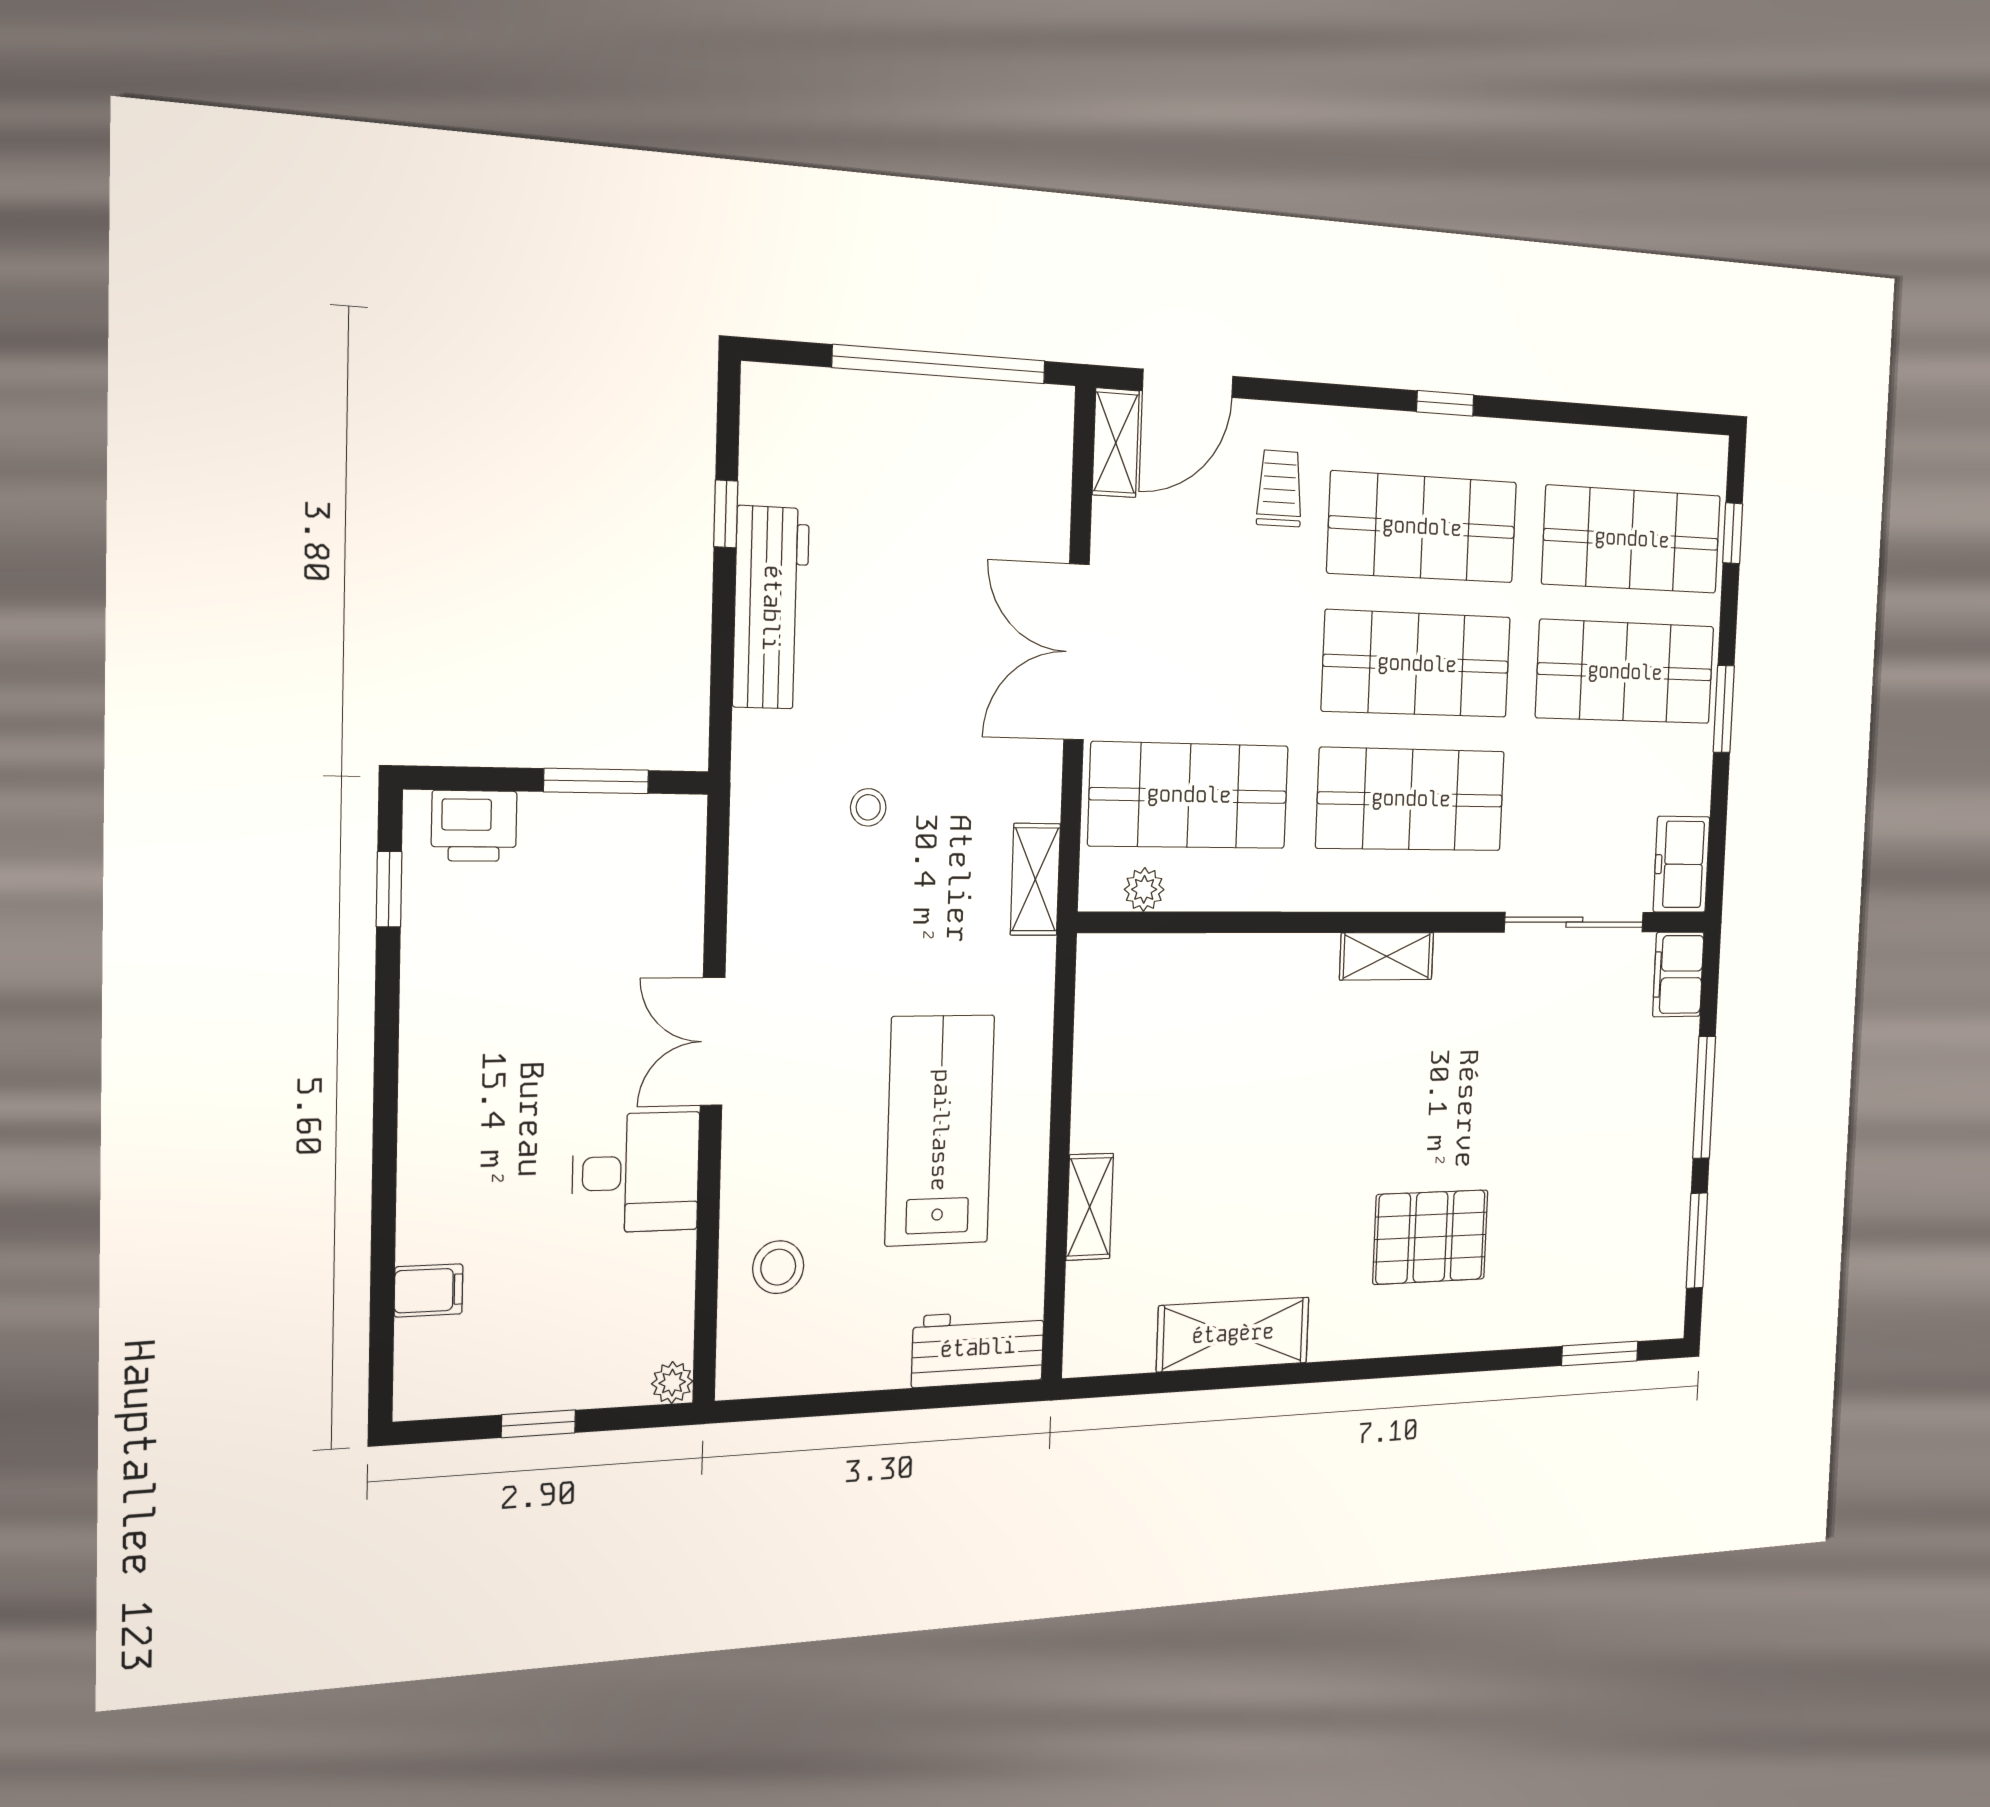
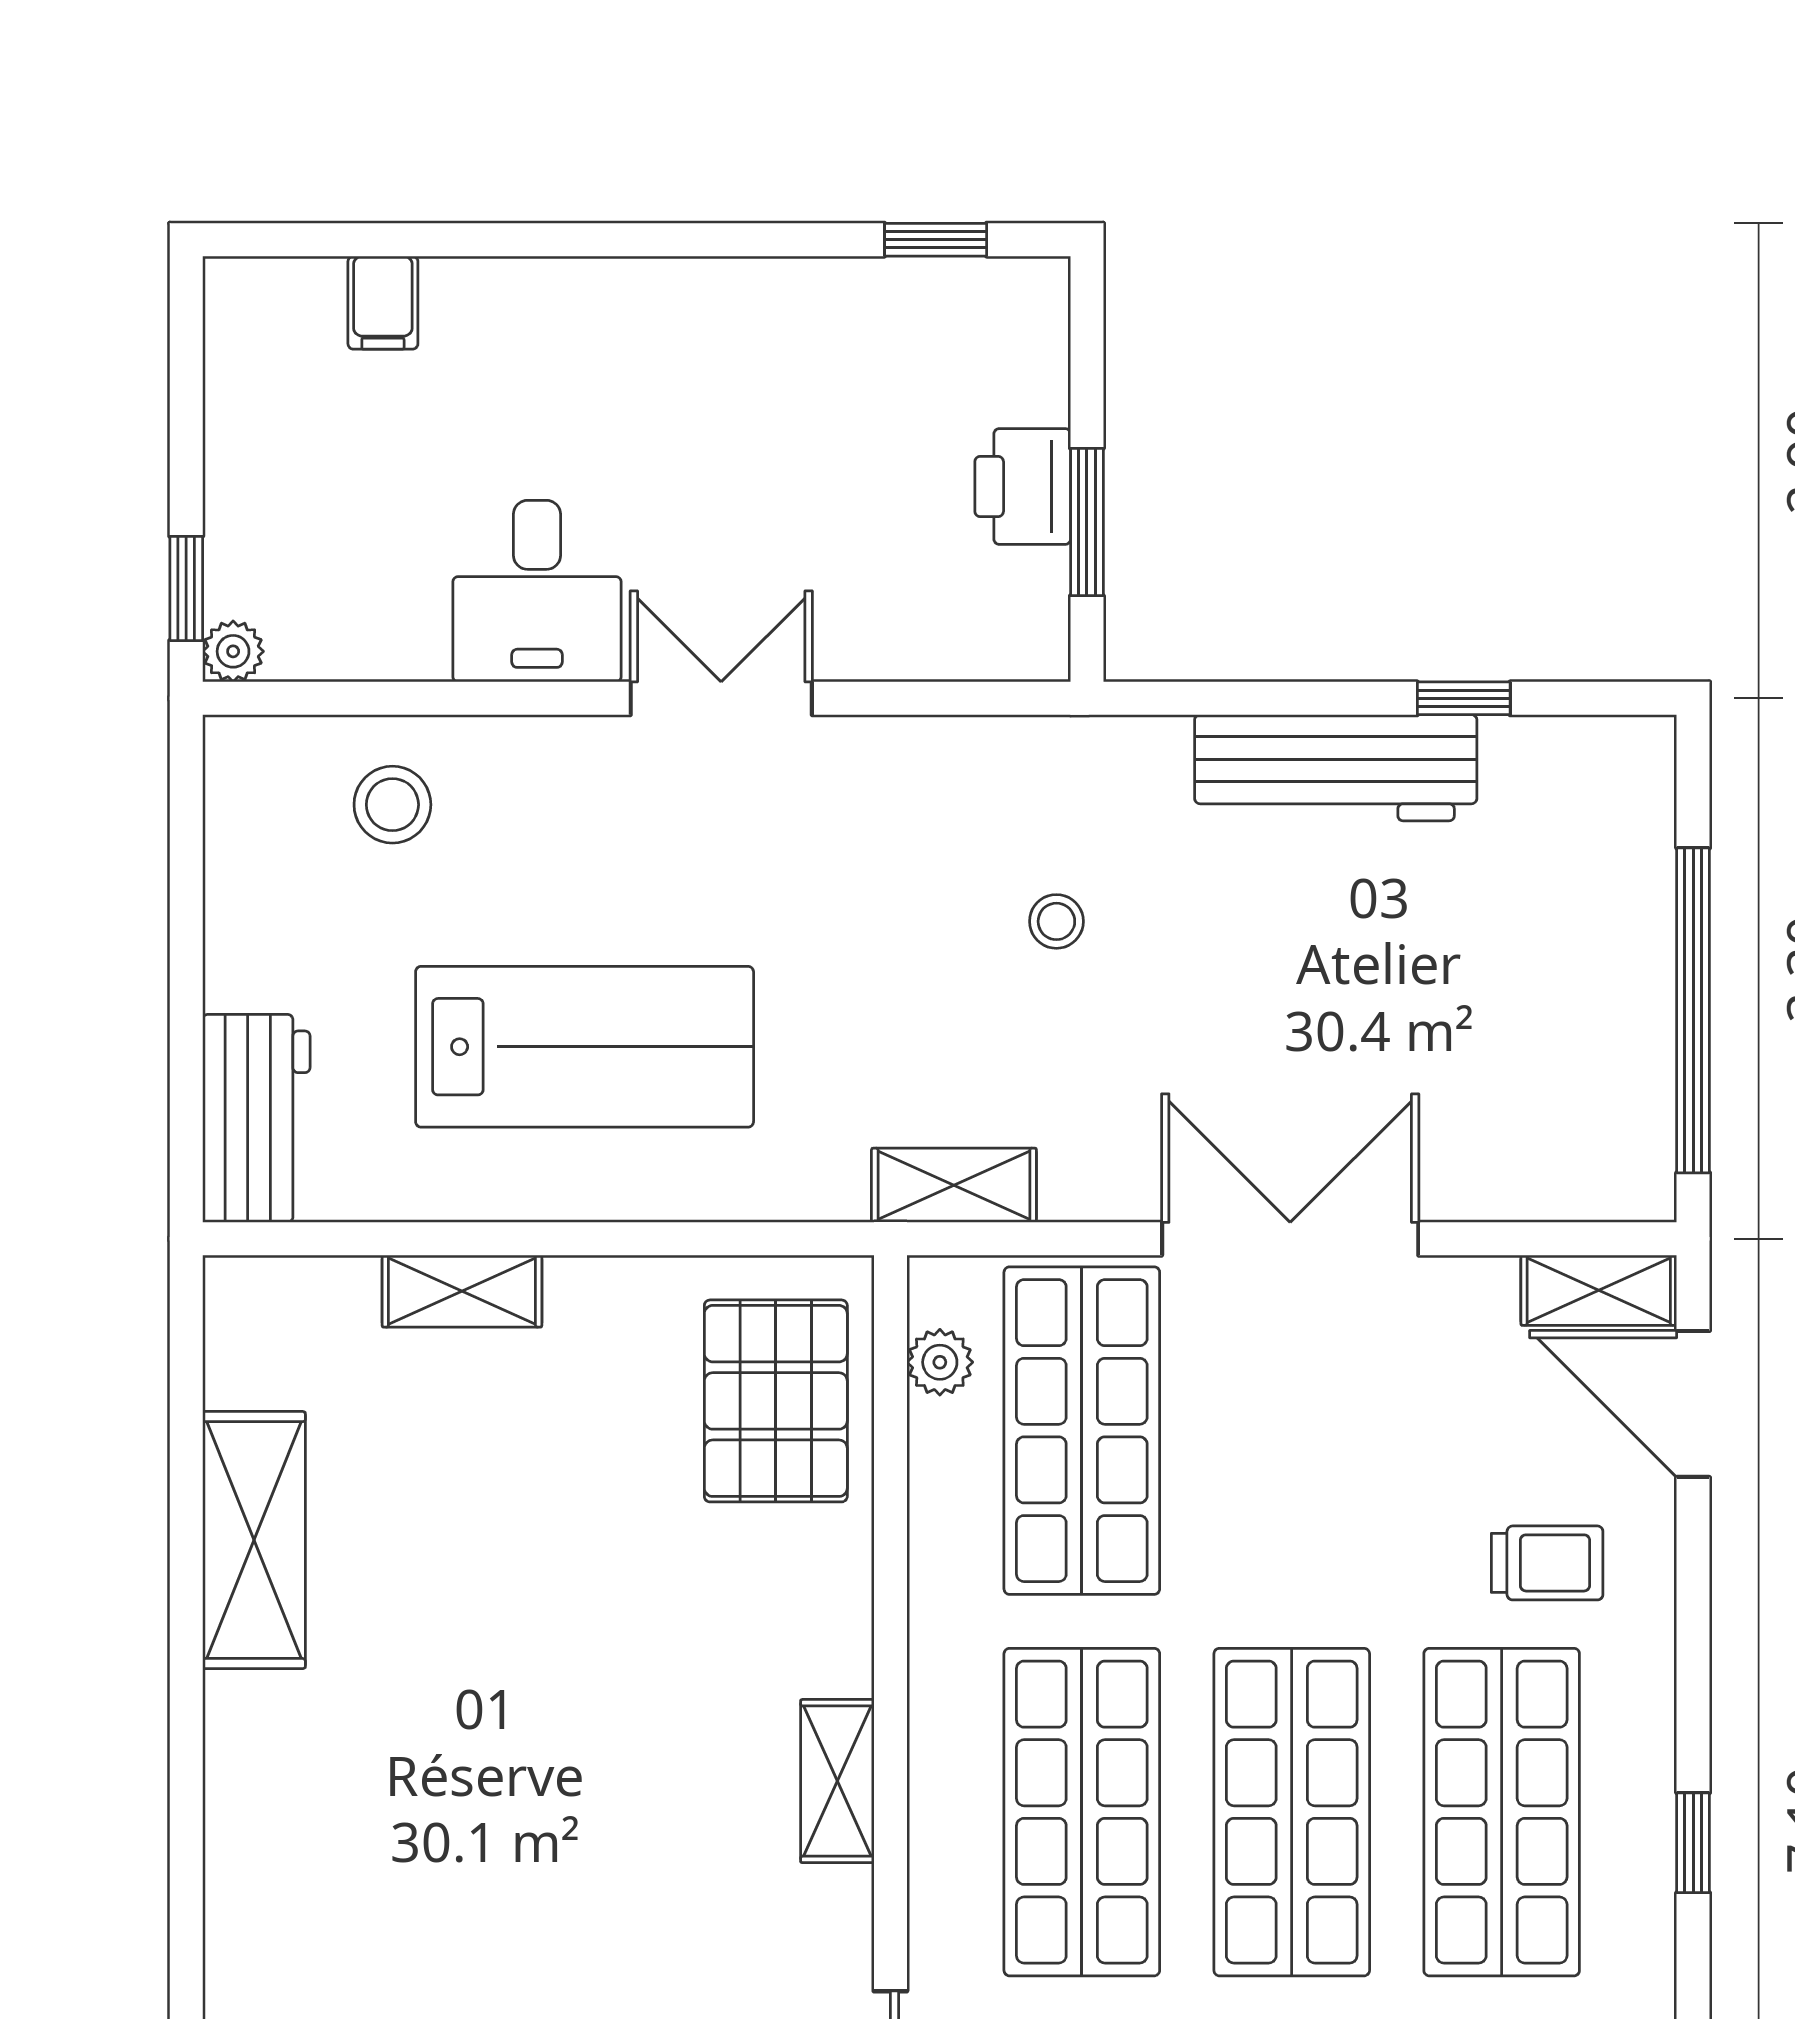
printer: (474, 826) -> (1023, 487), moved
pallet: (1431, 1237) -> (776, 1401), moved
window: (538, 1424) -> (186, 588), moved

